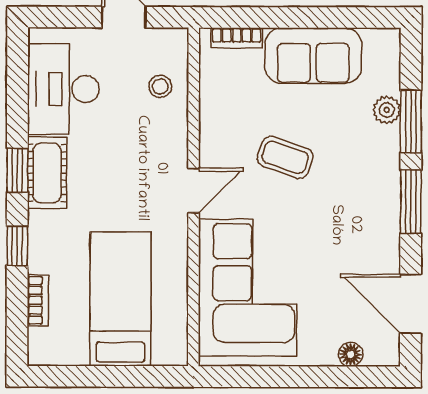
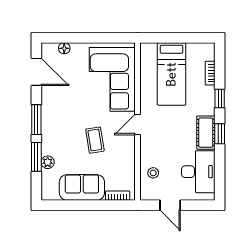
coffee table: (285, 157) -> (95, 140), turned 62

